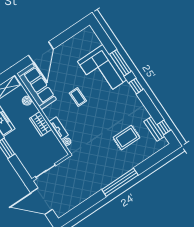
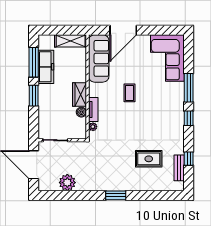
corner sofa: (102, 71) -> (167, 58), moved
boiler: (27, 101) -> (81, 112), moved
window: (164, 127) -> (189, 159), moved
window: (120, 182) -> (116, 195), width x0.47
plant: (76, 197) -> (67, 183), added

